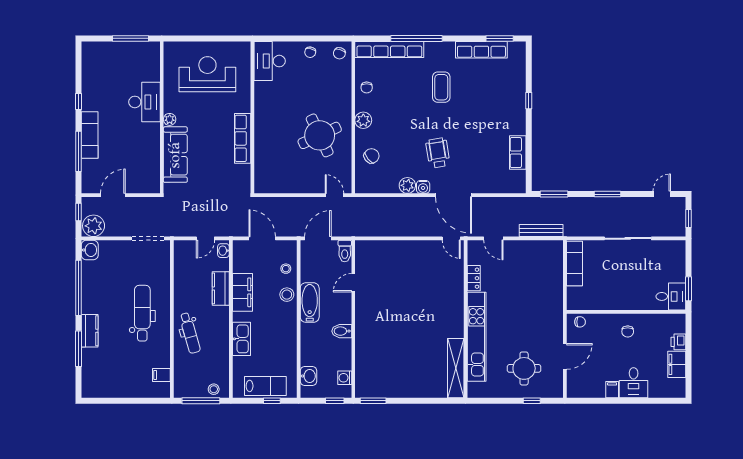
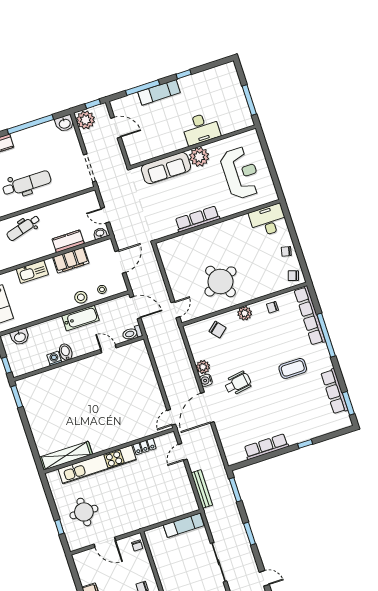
plant: (170, 119) -> (199, 157), width x1.88, depth x1.88
row of seats: (518, 153) -> (266, 447), width x1.48
washing machine: (345, 378) -> (54, 359), moved

